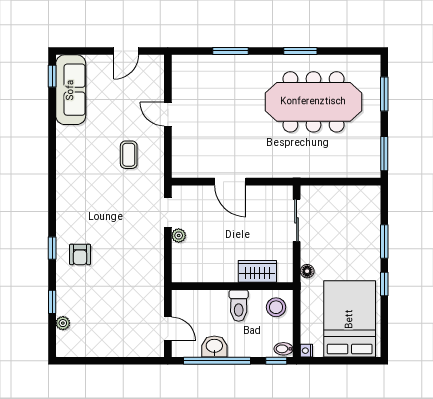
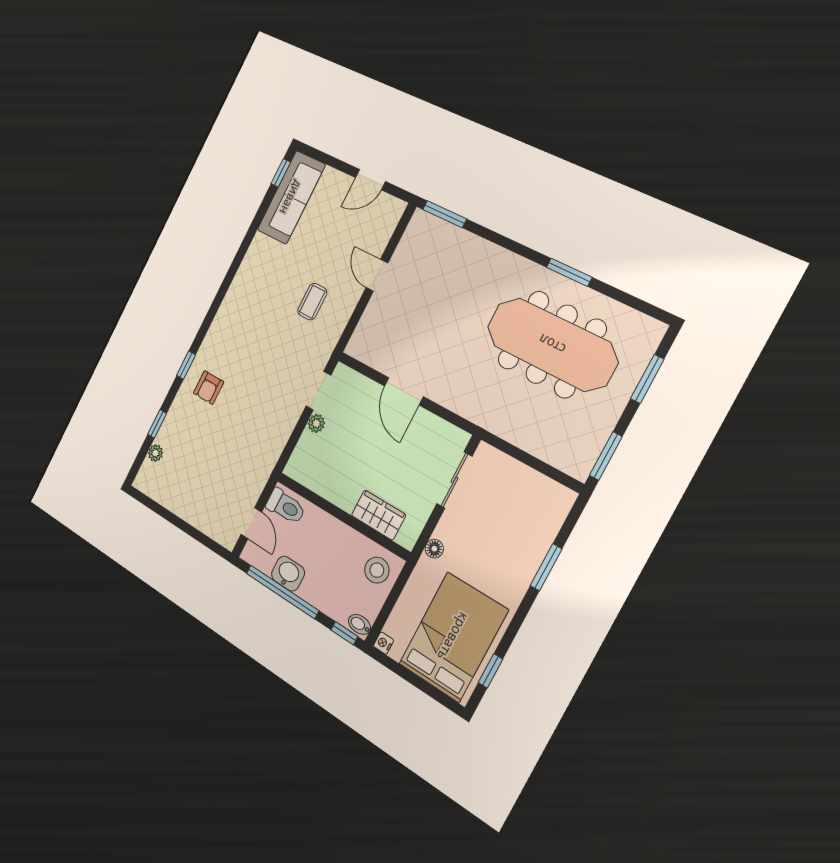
window: (230, 51) -> (445, 214), moved
window: (384, 284) -> (490, 671), moved
toilet: (239, 306) -> (286, 506), moved, turned -90

